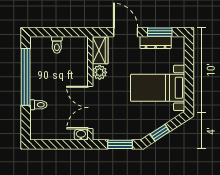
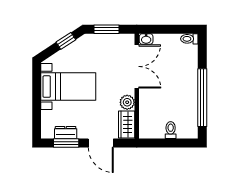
dresser: (156, 43) -> (66, 133), width x0.70
toilet: (38, 105) -> (189, 39), moved

